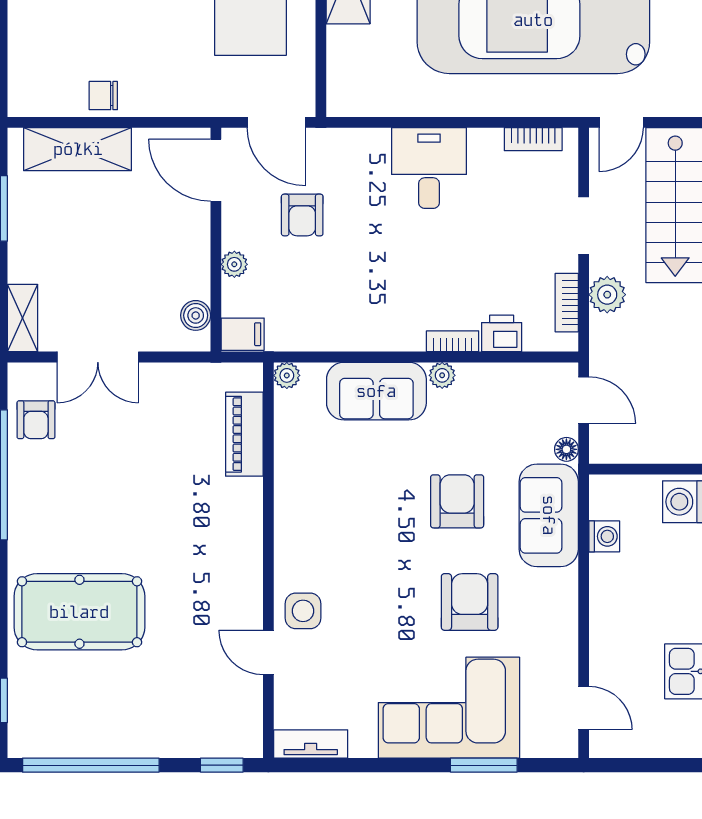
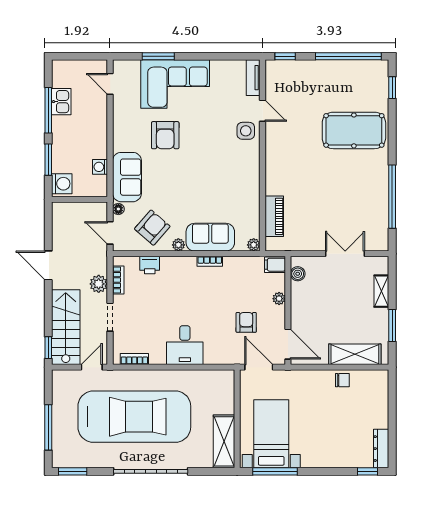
shelving: (23, 318) -> (381, 291), moved
bookcase: (453, 341) -> (210, 261), moved
armchair: (36, 420) -> (375, 223), removed
armchair: (457, 501) -> (152, 228), moved, turned -139
tv unit: (311, 744) -> (253, 78), moved, turned 90

